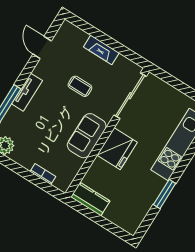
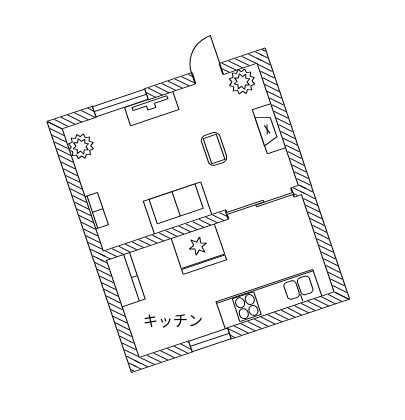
plant: (65, 36) -> (242, 81), added

